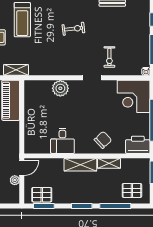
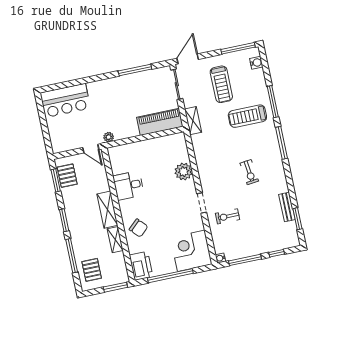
plant: (15, 180) -> (109, 137), moved

